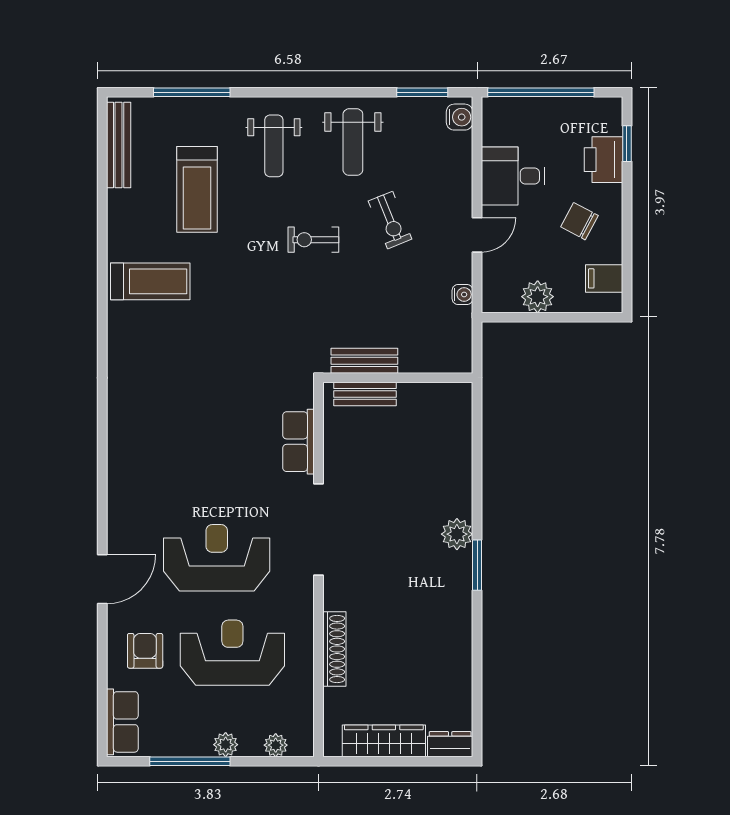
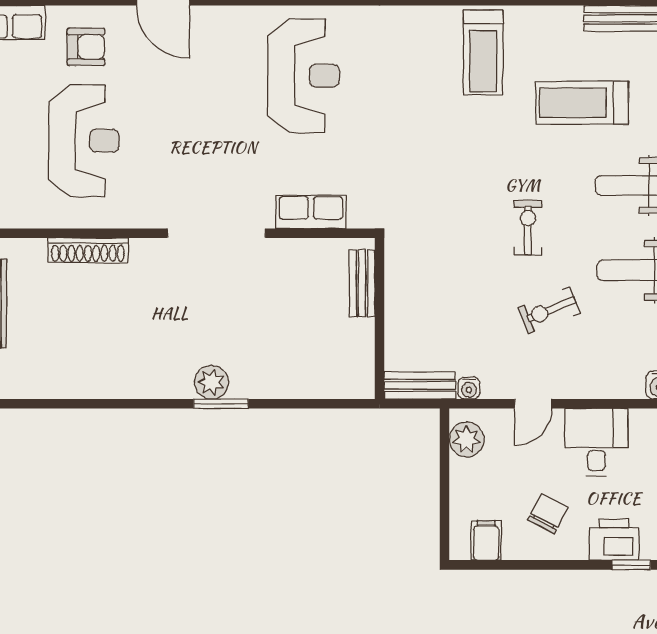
door: (477, 235) -> (533, 404), hinge flipped
plant: (538, 297) -> (467, 439), moved
bench: (364, 361) -> (420, 385), moved, turned 90
reception desk: (217, 558) -> (303, 76), moved
window: (477, 565) -> (221, 404), moved

